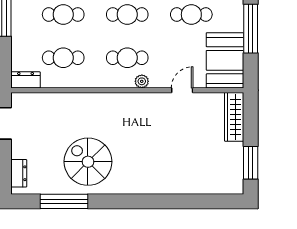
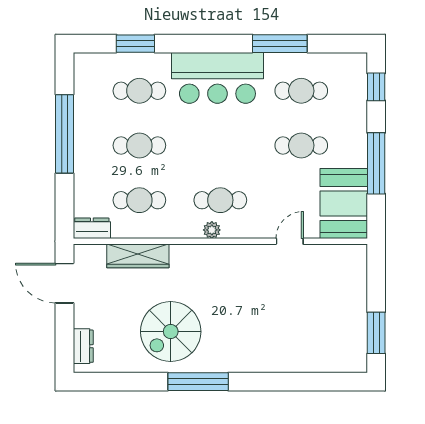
cafe table: (127, 14) -> (220, 145), removed
plant: (142, 81) -> (212, 230), moved
wardrobe: (234, 117) -> (138, 256), moved, turned -90
spiral stairs: (88, 162) -> (171, 332), turned -90
window: (64, 201) -> (198, 382), moved

